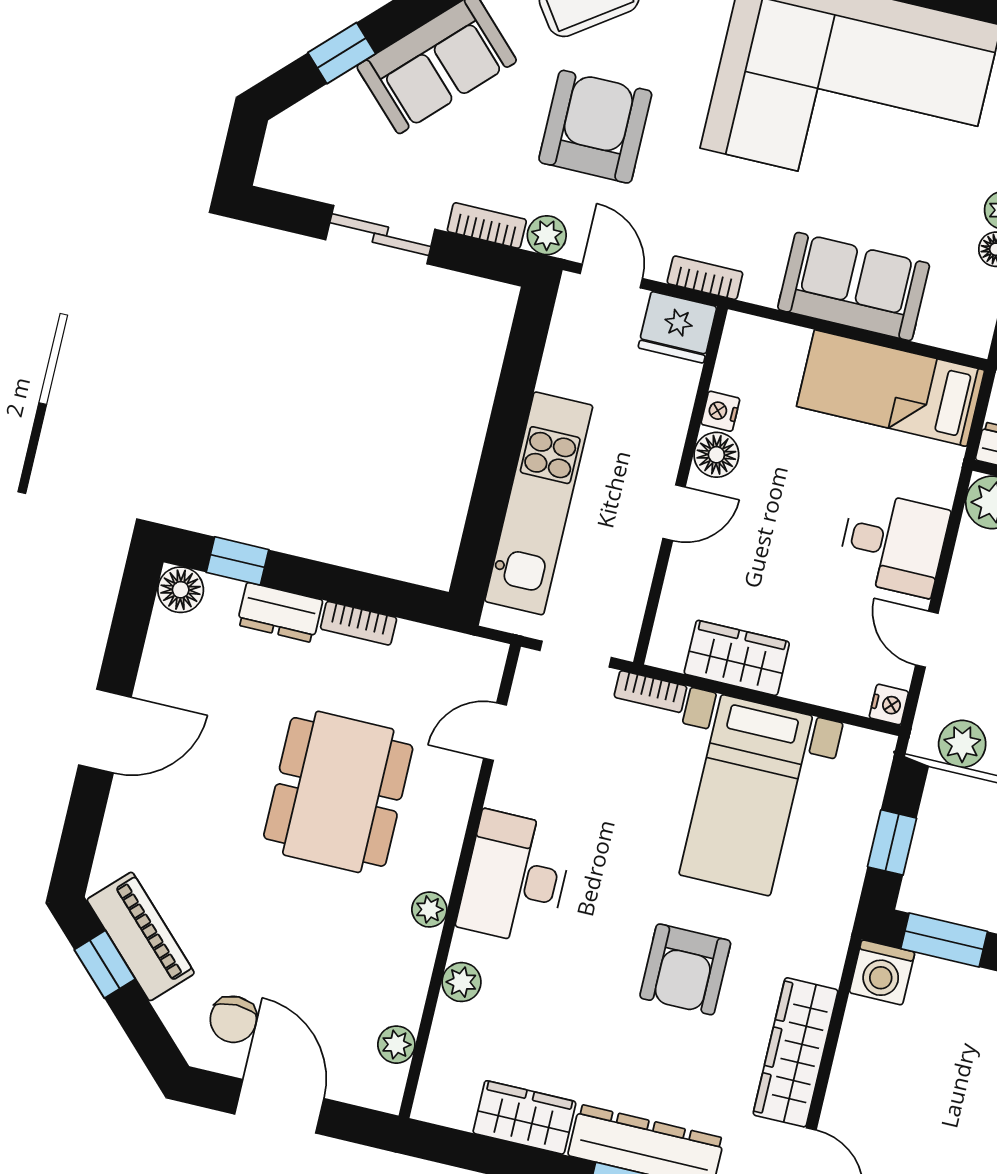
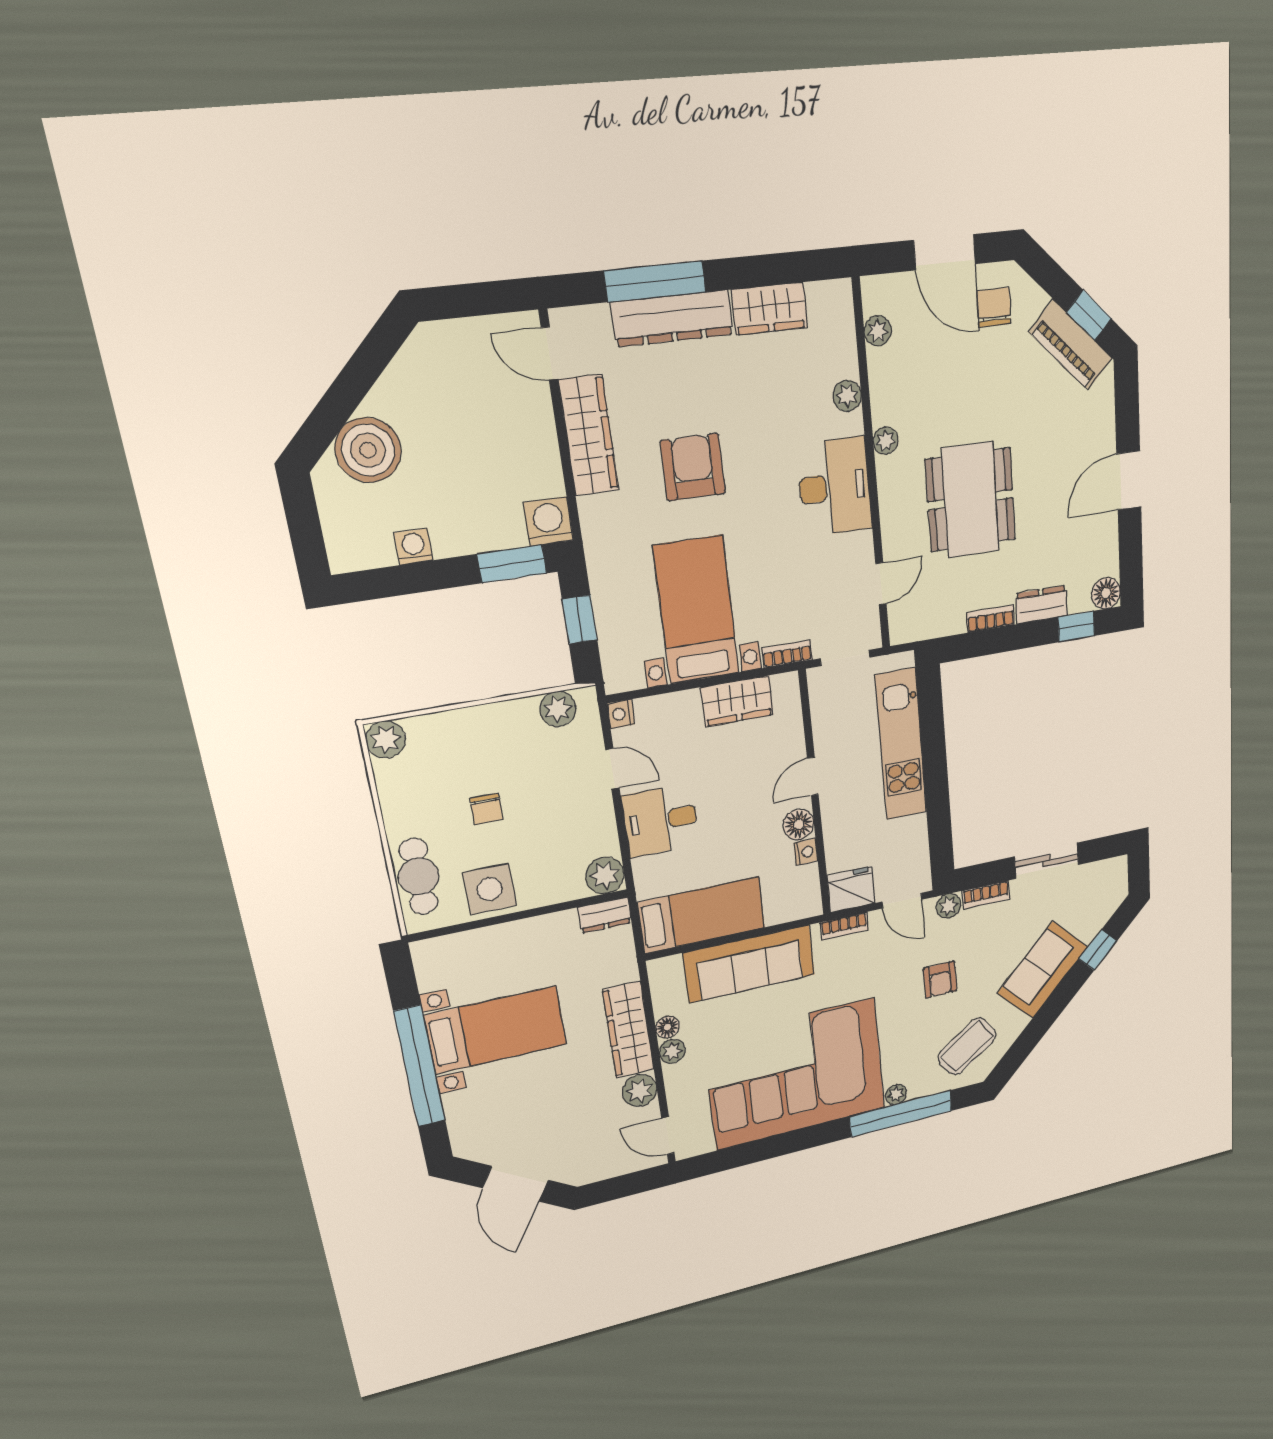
armchair: (595, 127) -> (940, 980), width x0.53, depth x0.53
sofa: (854, 287) -> (749, 964), width x1.36

